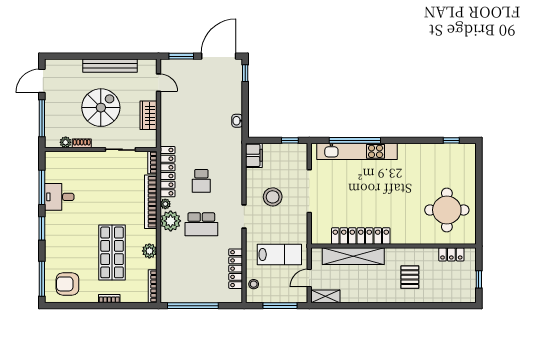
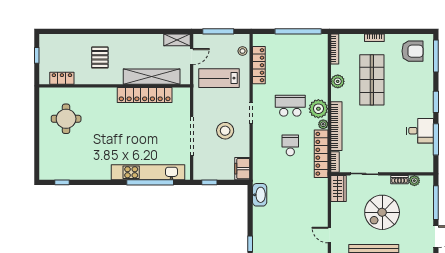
wardrobe: (149, 115) -> (338, 188), moved
washbasin: (237, 121) -> (260, 195), width x1.91, depth x1.45
round table: (447, 210) -> (66, 119), width x0.73, depth x0.73

